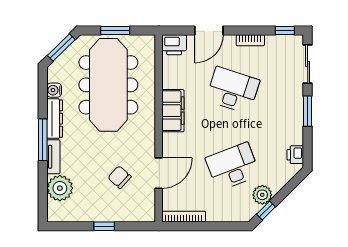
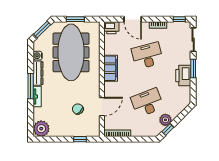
door: (209, 31) -> (133, 19), hinge flipped
desk: (233, 90) -> (147, 56), turned -33
printer: (295, 155) -> (183, 76), moved, width x1.87, depth x1.48
plant: (60, 188) -> (41, 129), moved
window: (104, 226) -> (80, 139), moved

